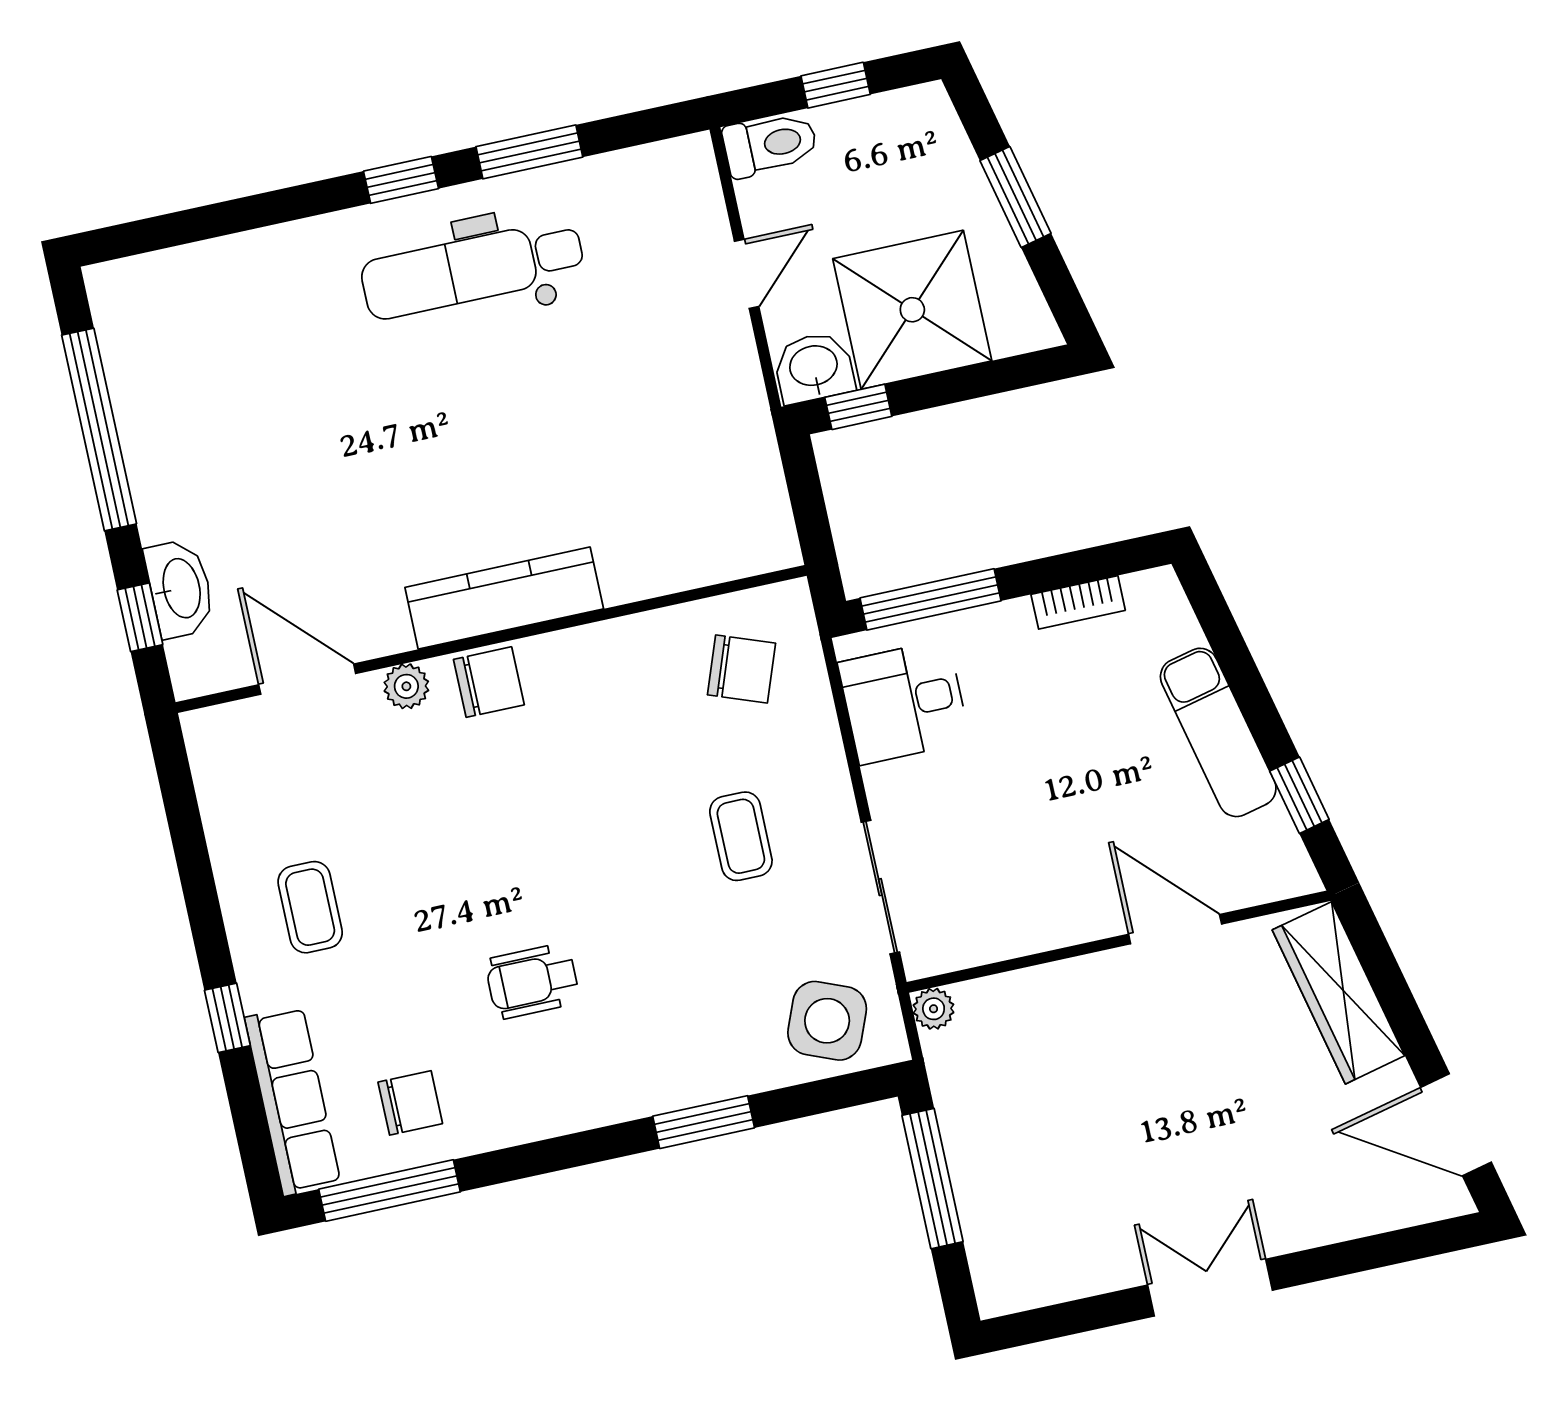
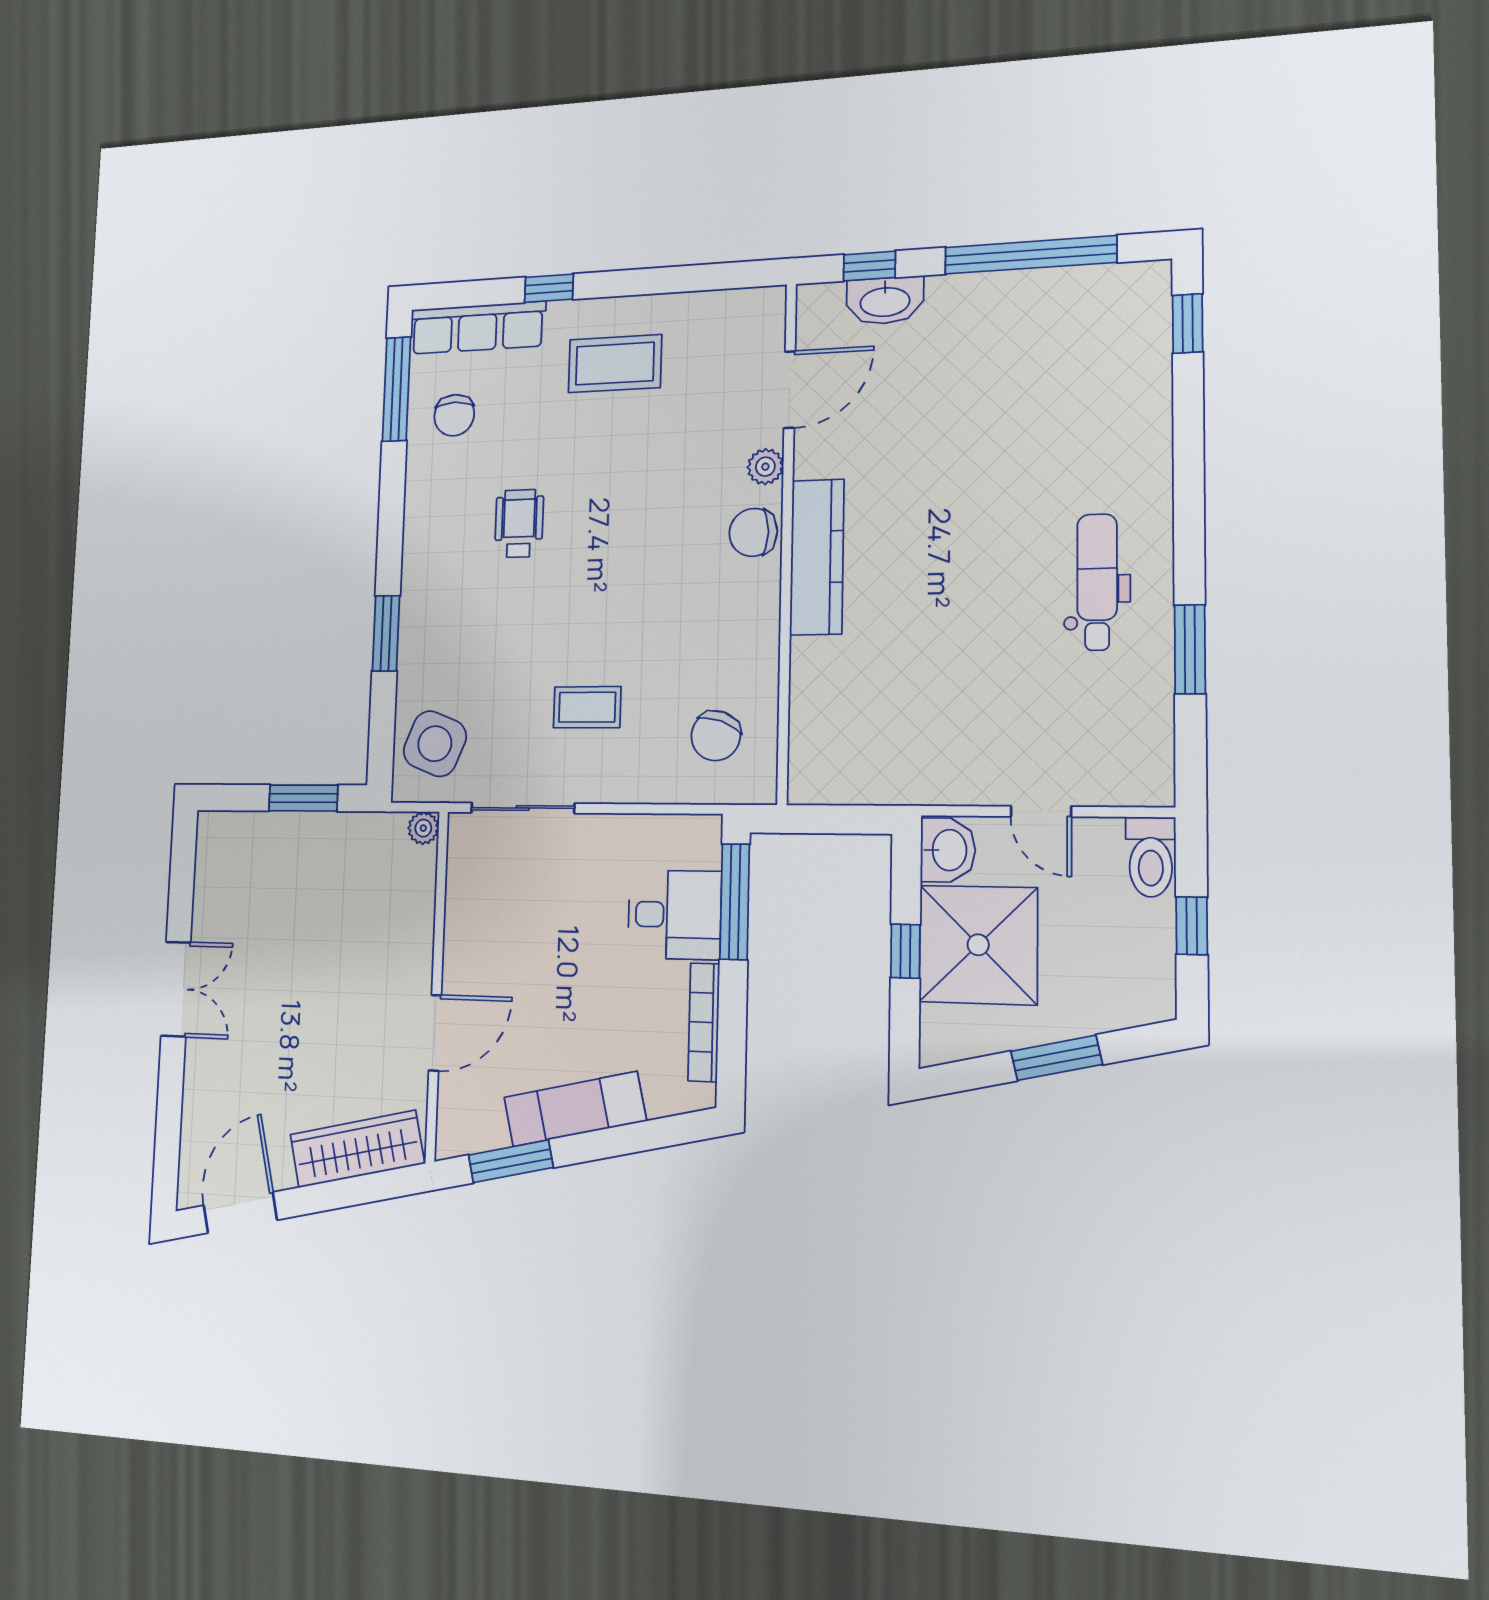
window: (401, 180) -> (1188, 323), moved
dental chair: (473, 269) -> (1097, 582), width x0.73, depth x0.72
window: (858, 407) -> (905, 951), moved
bookcase: (1078, 602) -> (704, 1022), width x1.56
chair: (489, 682) -> (753, 532), turned 90
desk: (904, 702) -> (674, 915), moved, turned 90
window: (1299, 795) -> (511, 1161), width x1.50
coffee table: (310, 907) -> (615, 364), width x1.36, depth x1.30
window: (933, 1179) -> (303, 798), width x0.69

